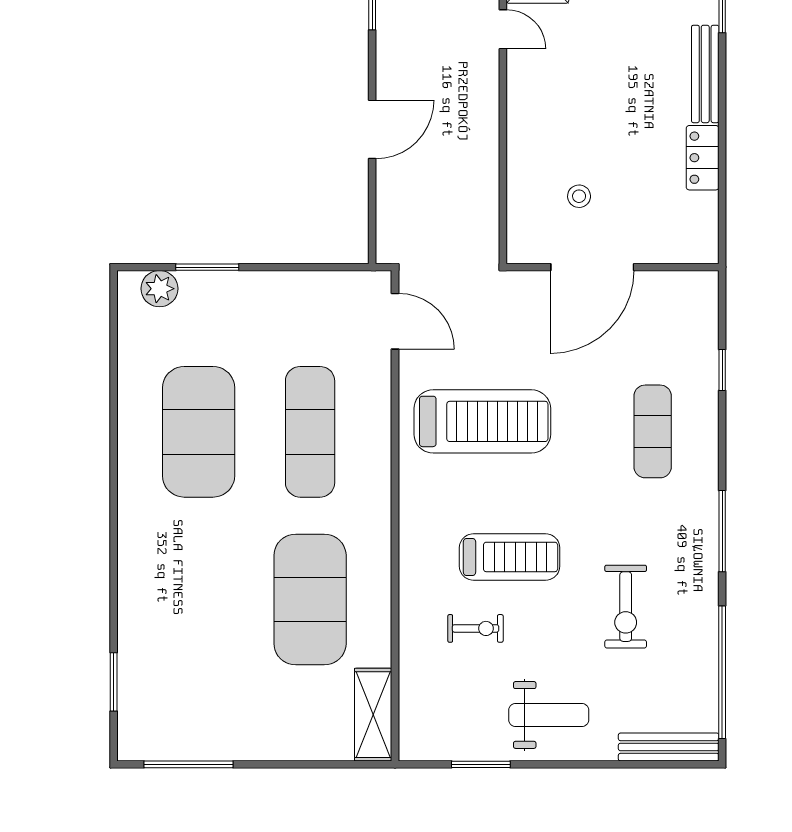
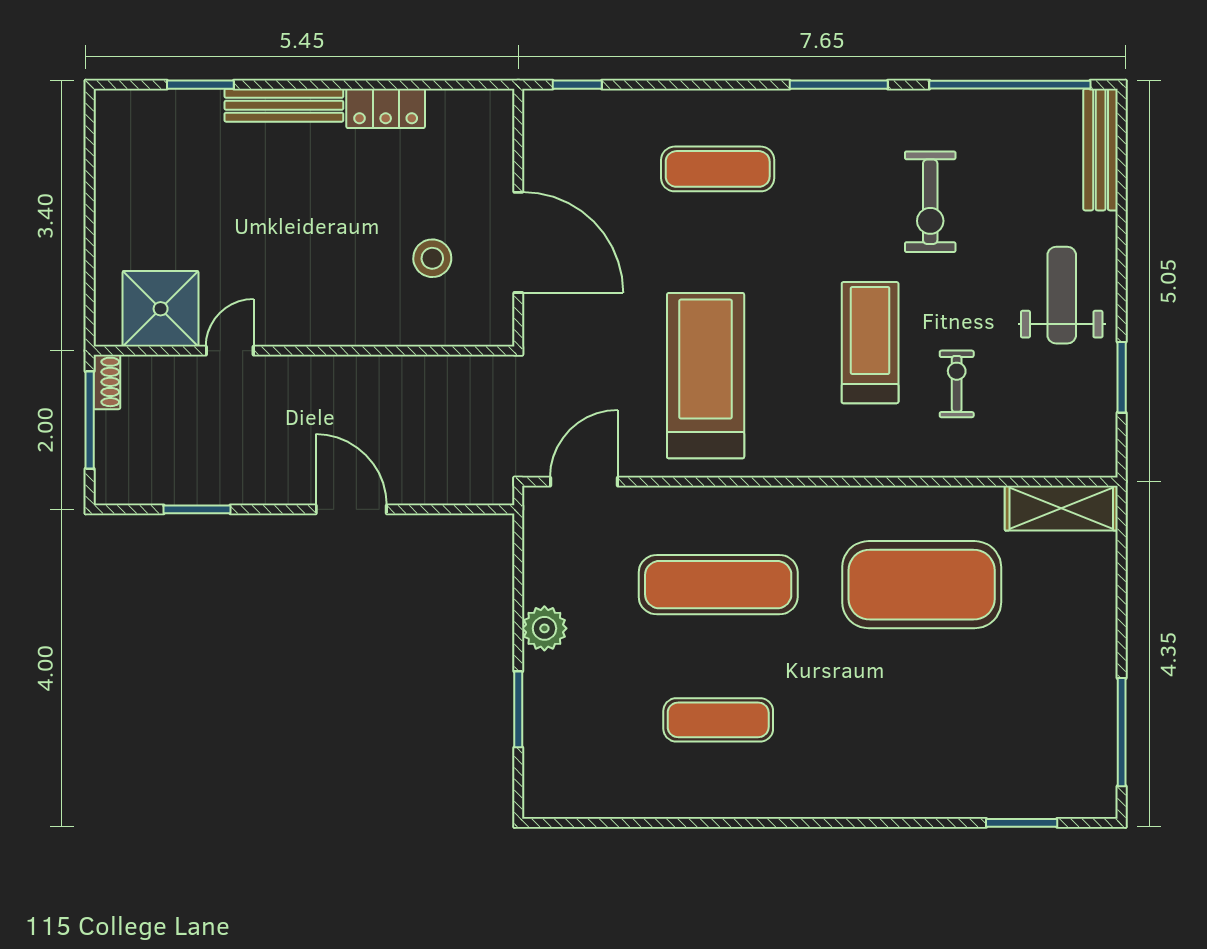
stool: (579, 196) -> (432, 258), width x1.37, depth x1.37
plant: (159, 289) -> (544, 628), moved
window: (722, 370) -> (577, 85), moved
exercise mat: (199, 432) -> (718, 720), width x0.50, depth x0.69
exercise bike: (626, 607) -> (930, 202), turned 90

